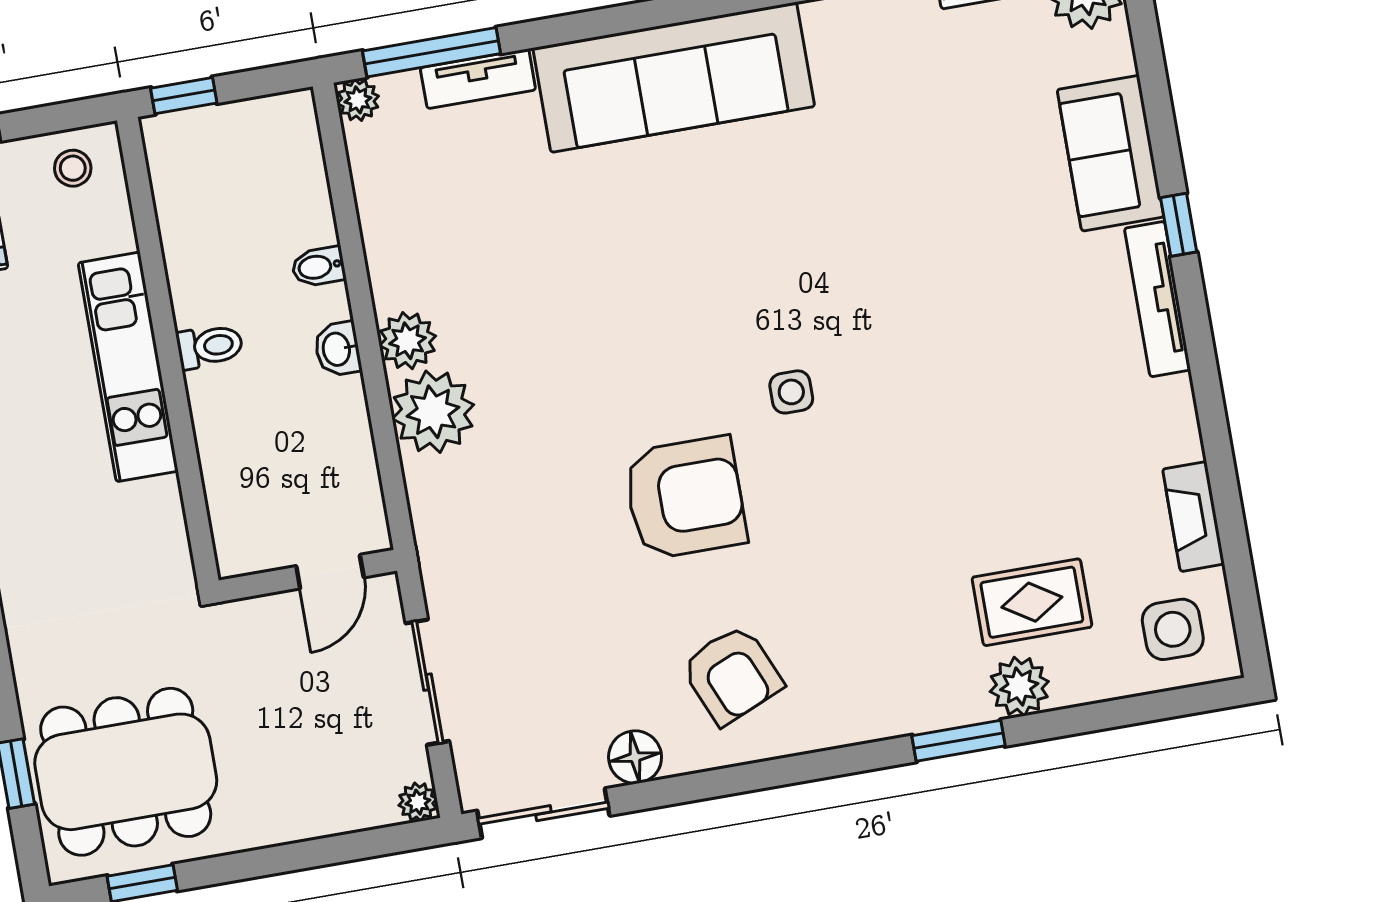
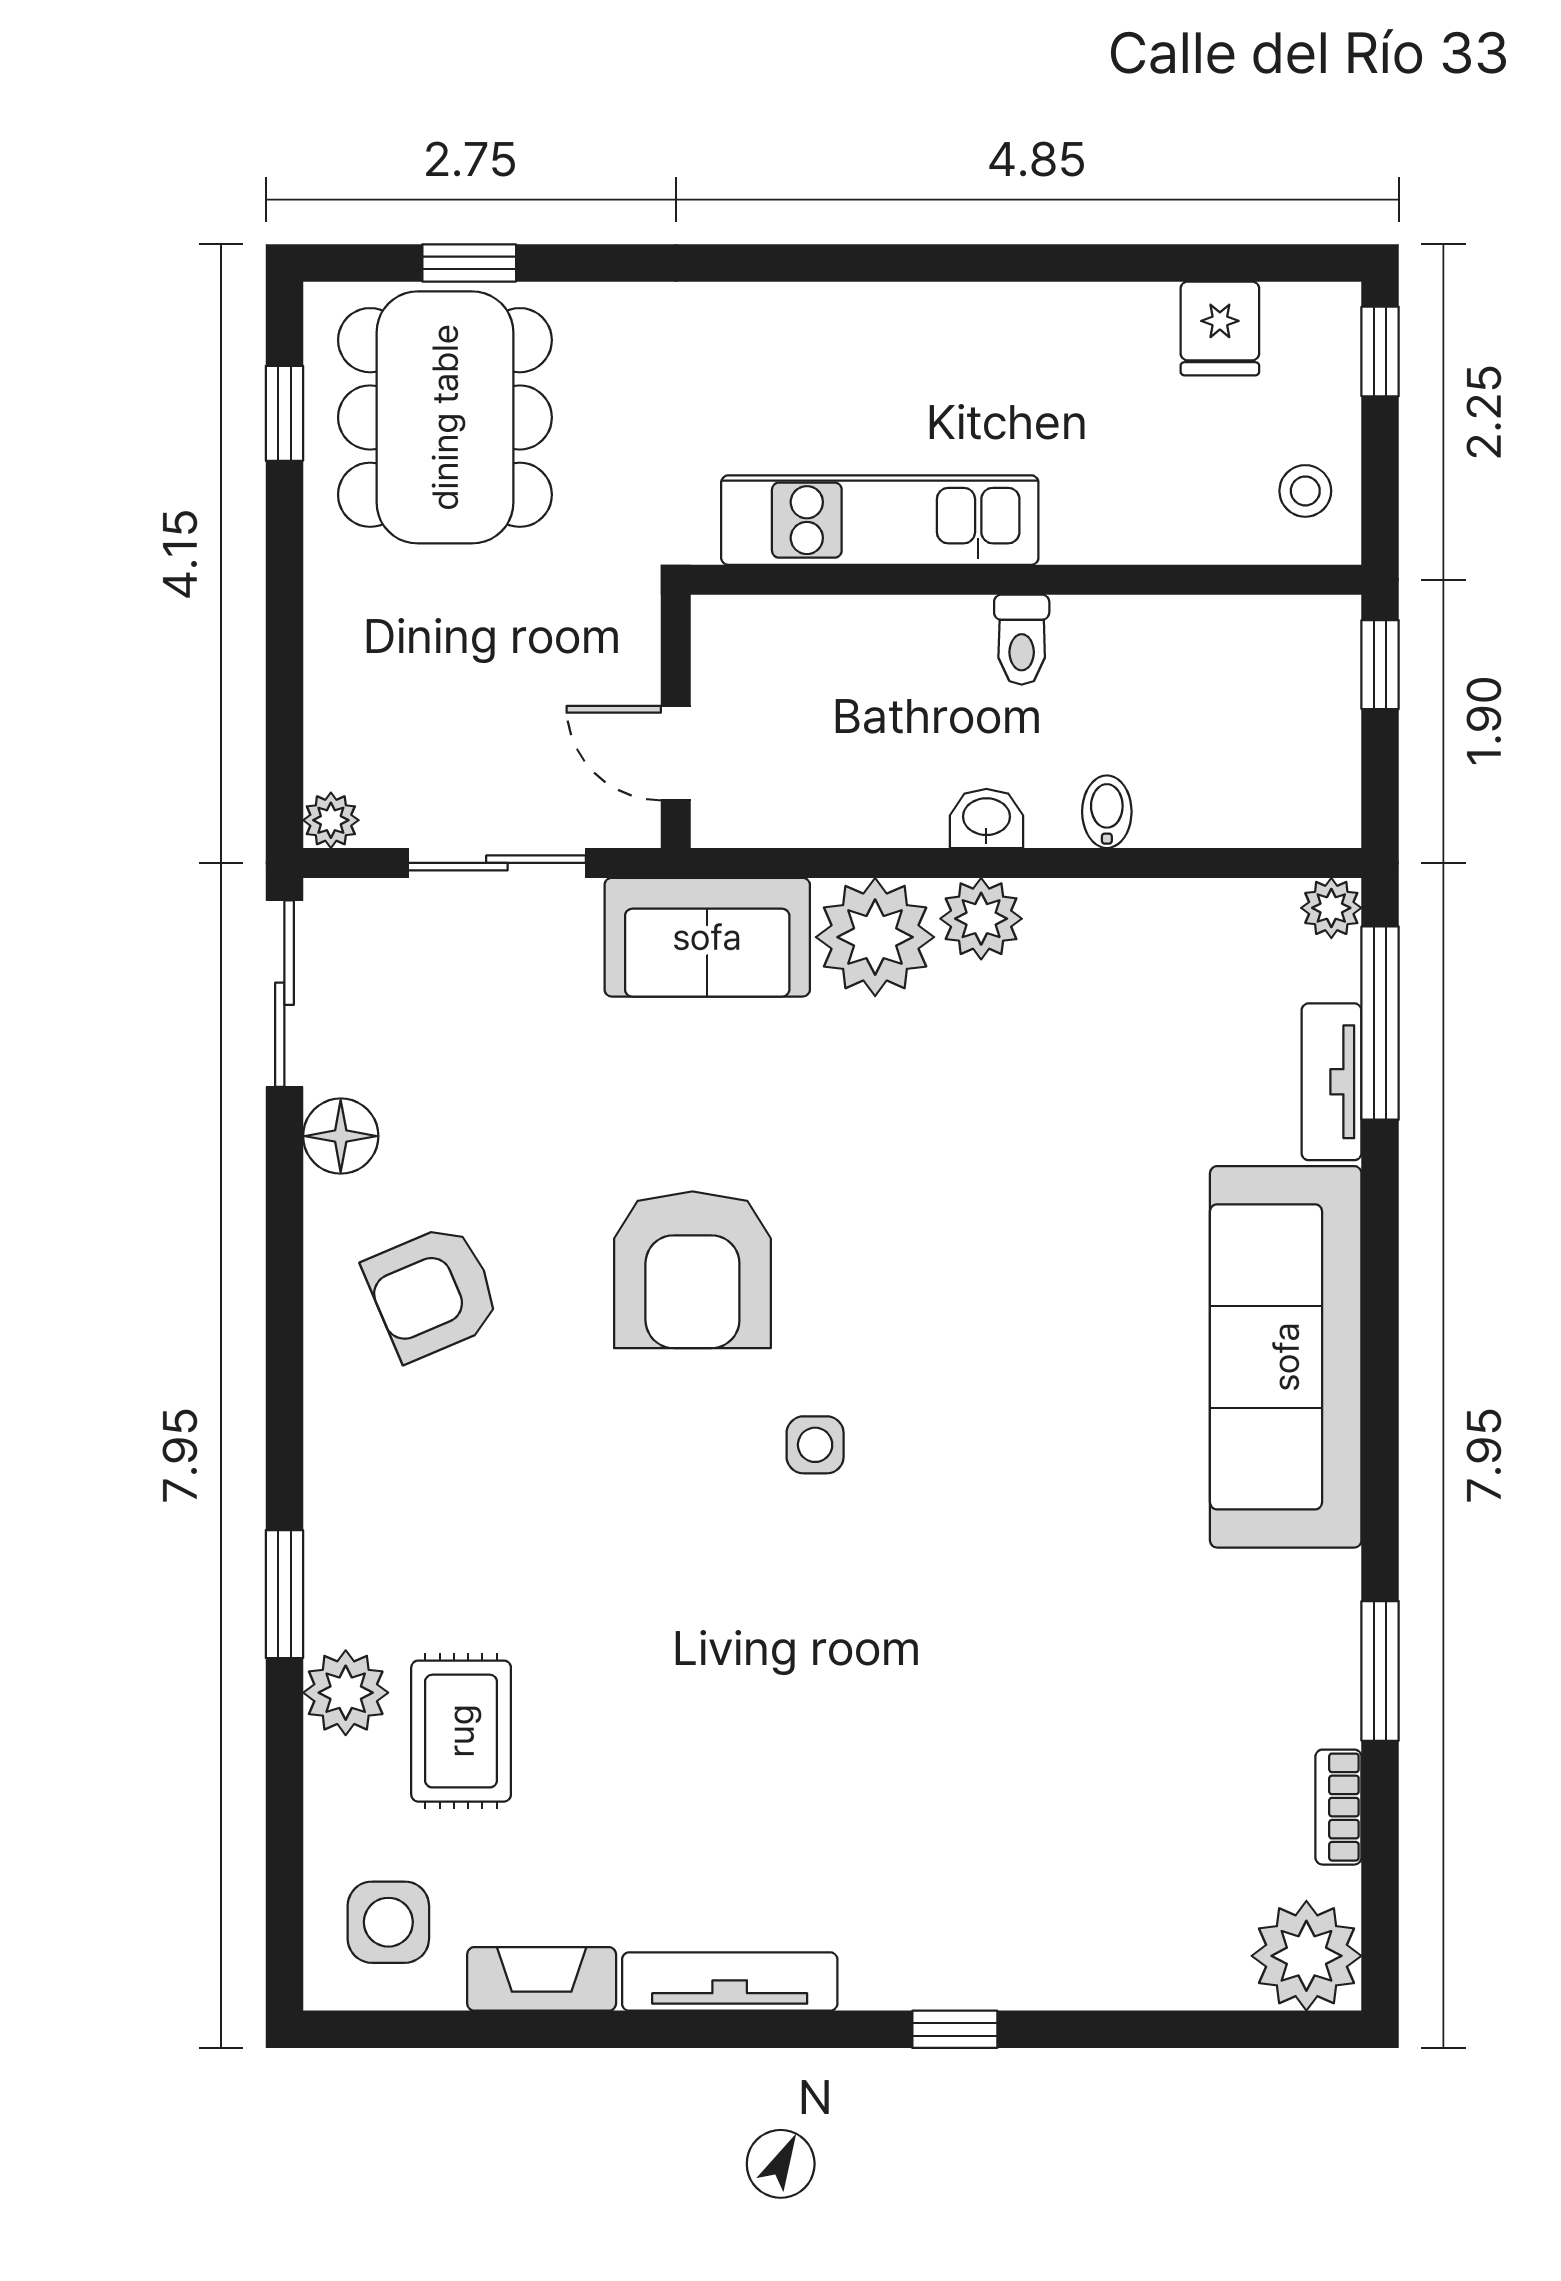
sofa: (1110, 153) -> (707, 937), moved, turned 180
tv unit: (1157, 299) -> (730, 1982), moved
kitchen unit: (128, 367) -> (880, 520), moved

